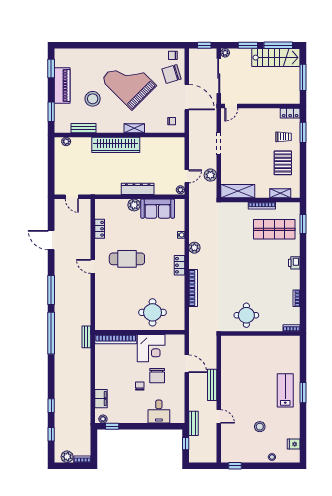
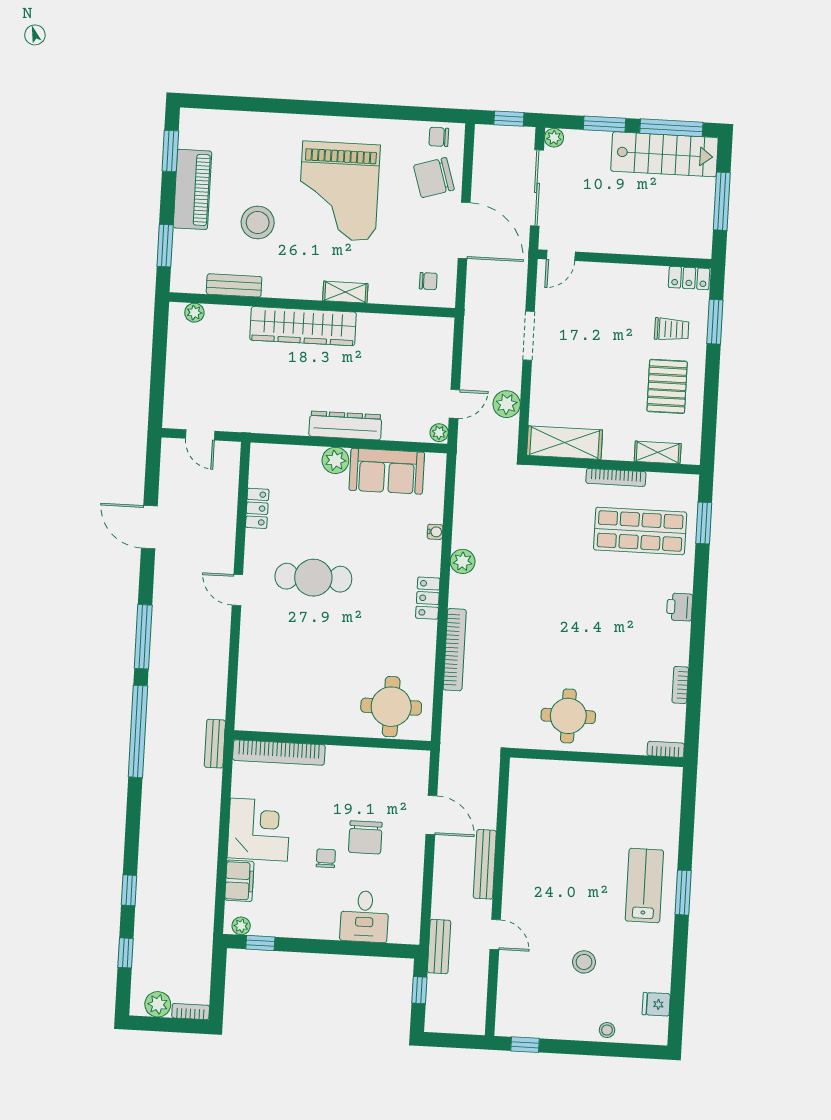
grand piano: (129, 83) -> (339, 191), turned -135
round table: (152, 312) -> (391, 707), moved
corner desk: (151, 348) -> (259, 830), moved, turned -90

